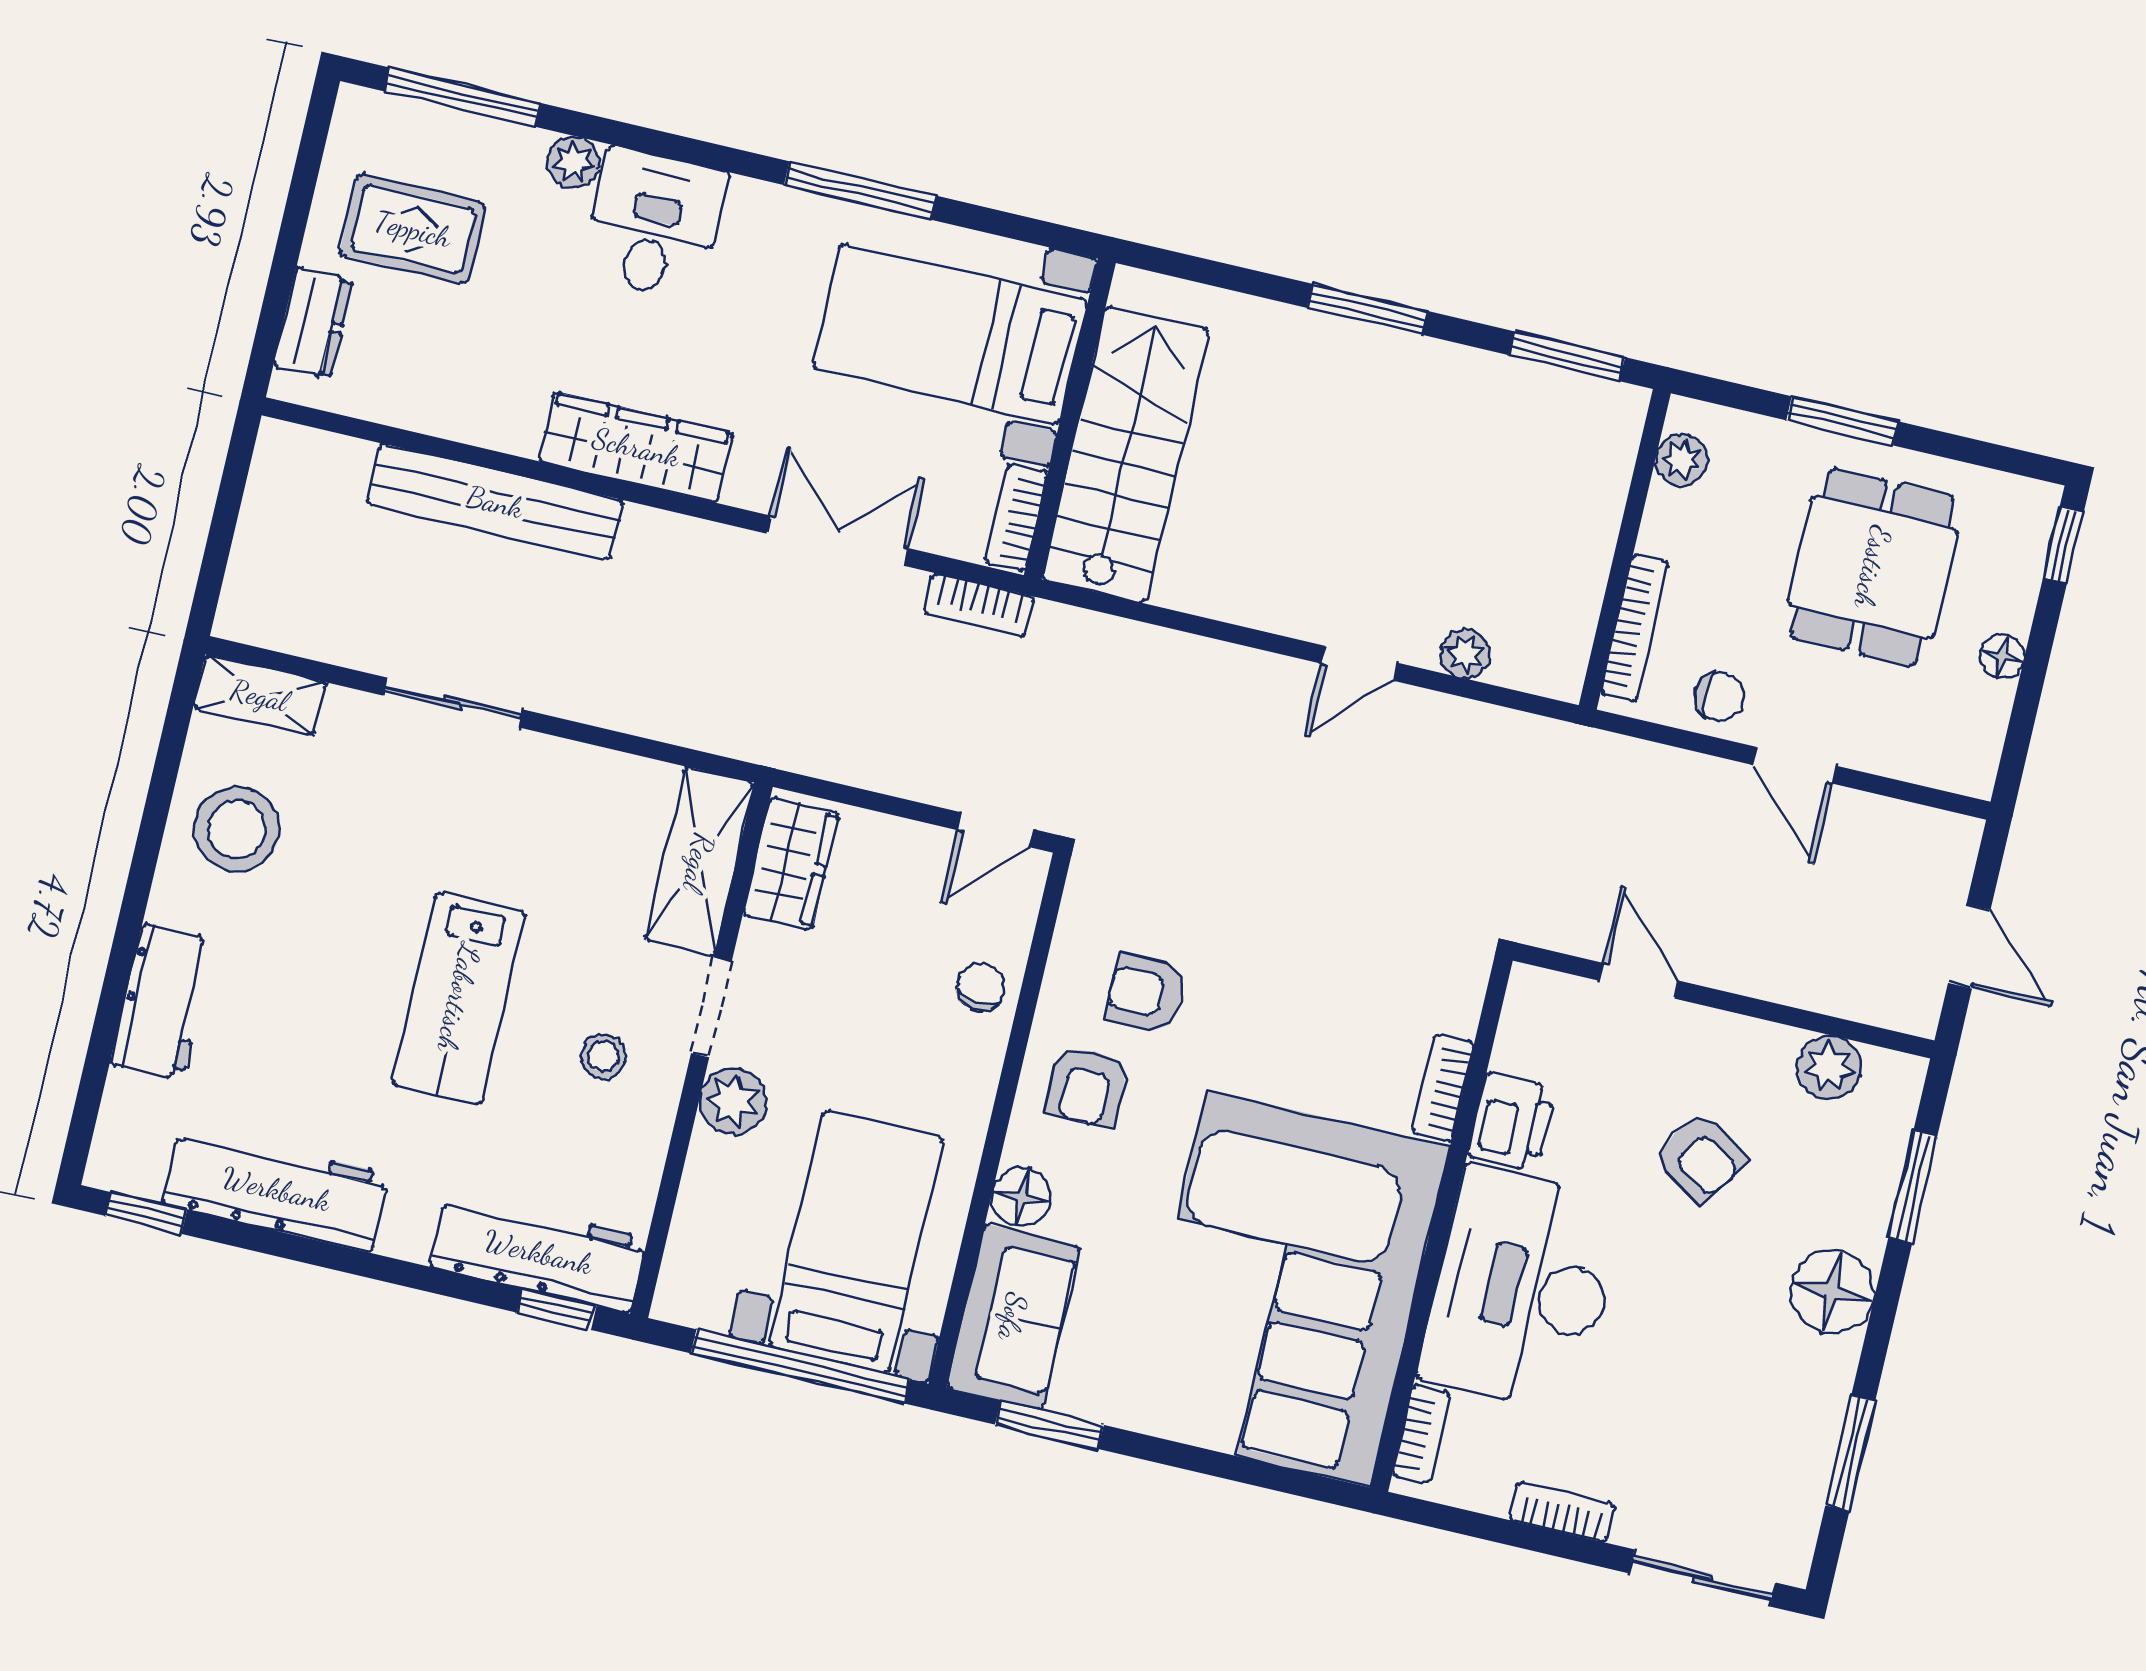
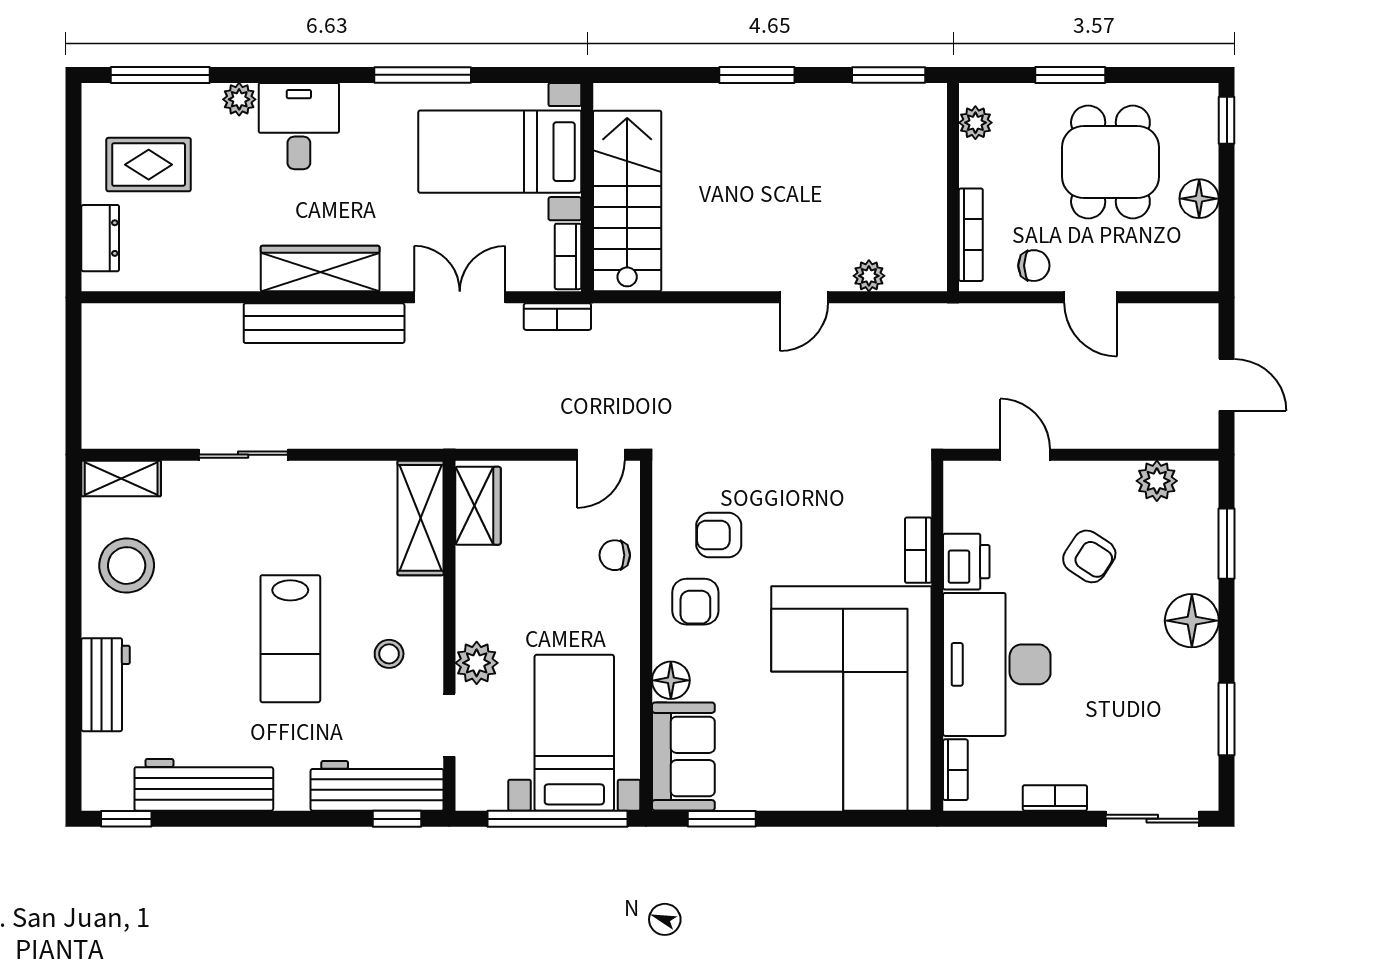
bench: (495, 502) -> (324, 323), moved
floor lamp: (2002, 656) -> (1199, 199), width x1.37, depth x1.37
chair: (981, 987) -> (615, 555), turned -95
doorway: (711, 1007) -> (449, 725), moved

